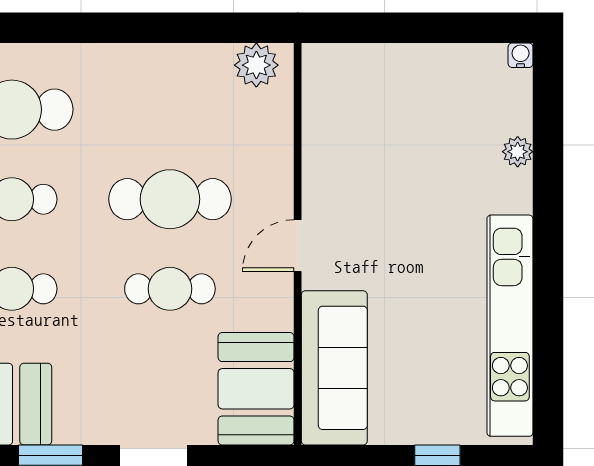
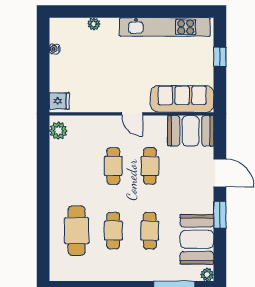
water cooler: (521, 55) -> (54, 49), moved
fridge: (329, 67) -> (59, 101), added
cafe table: (170, 199) -> (113, 166), width x0.73, depth x0.74

